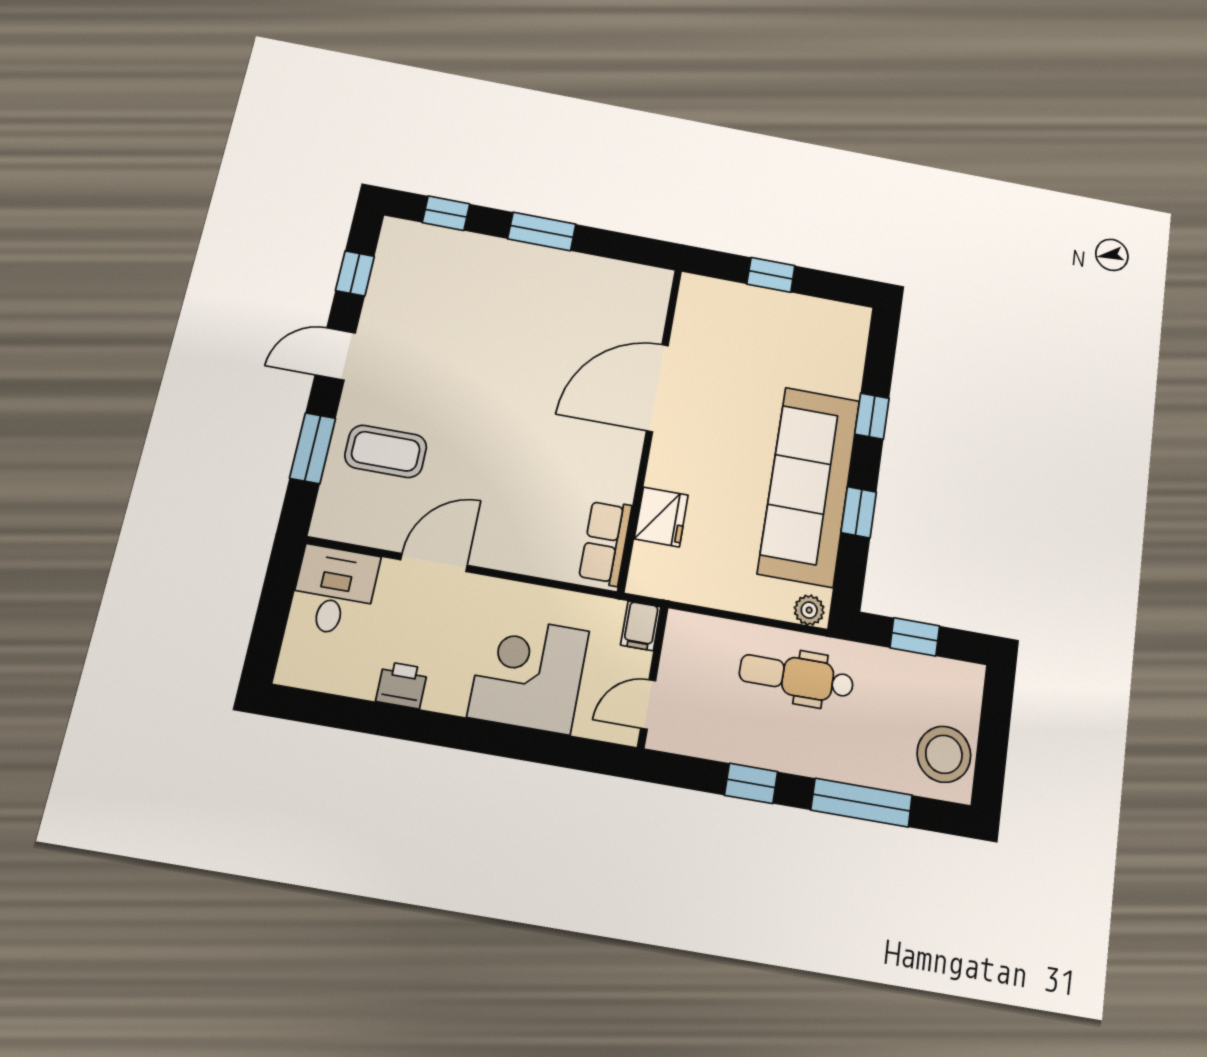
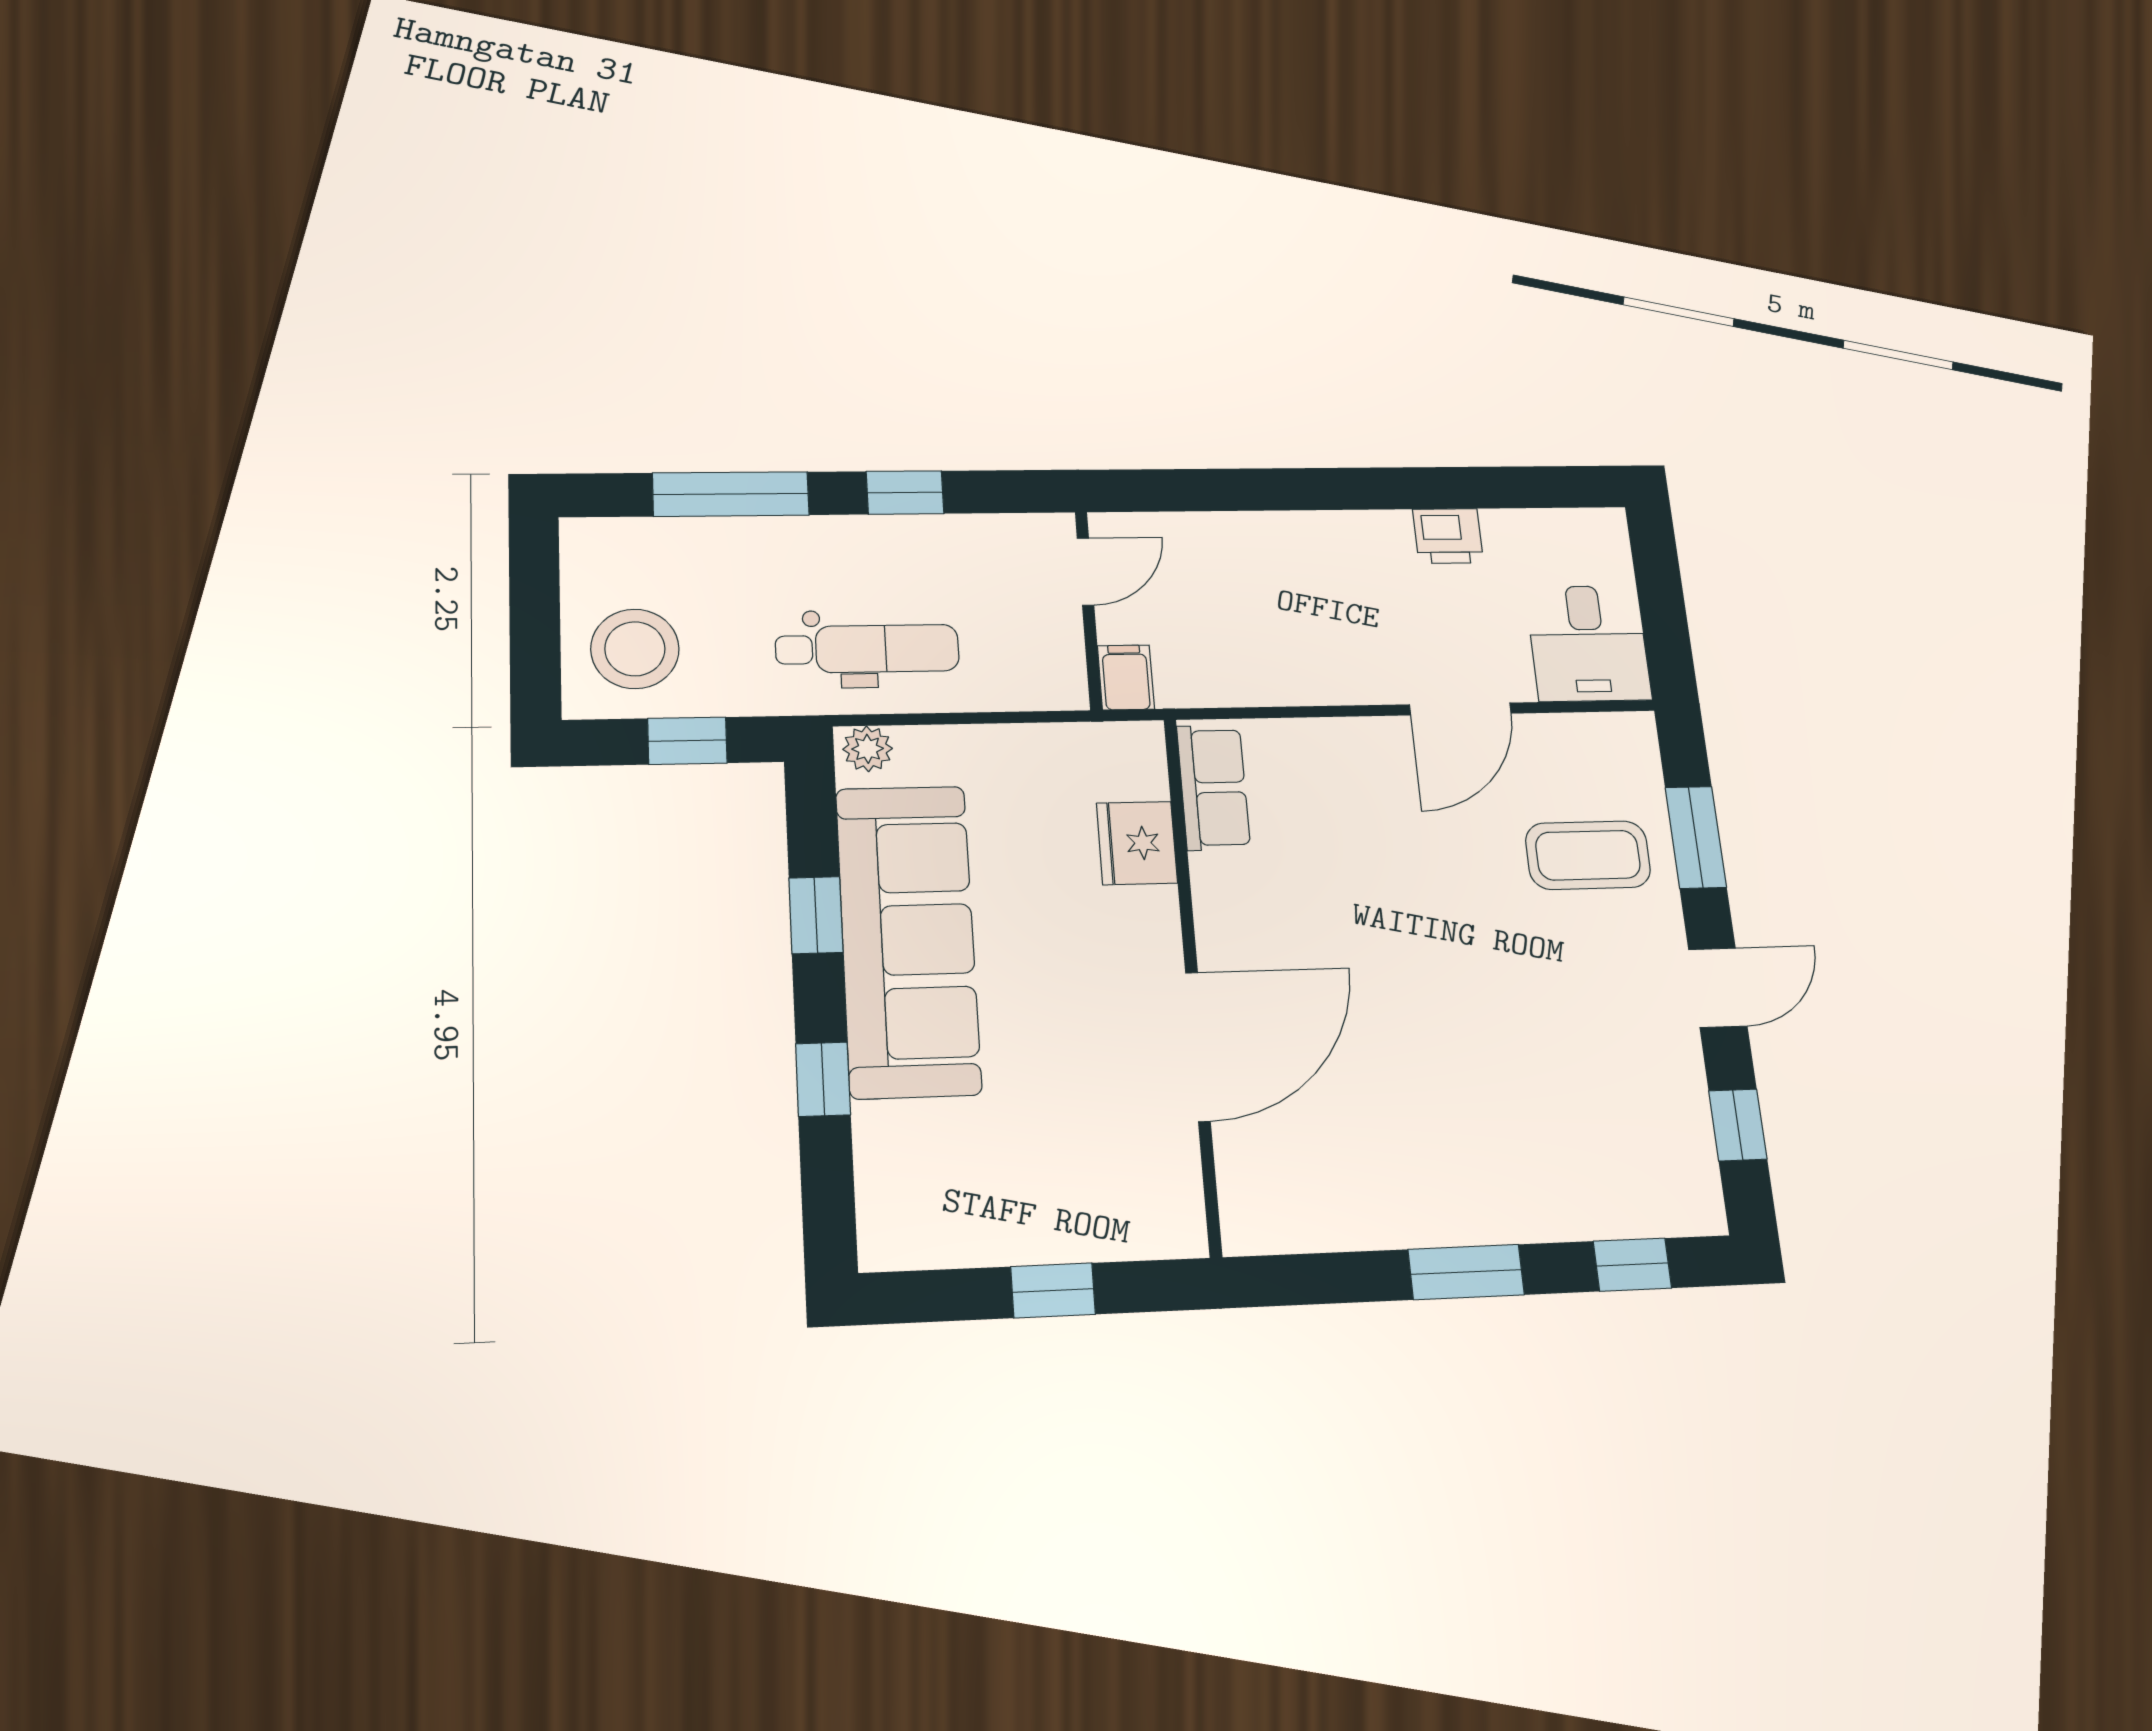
corner desk: (529, 674) -> (1273, 582), removed
stool: (944, 754) -> (635, 649), moved

